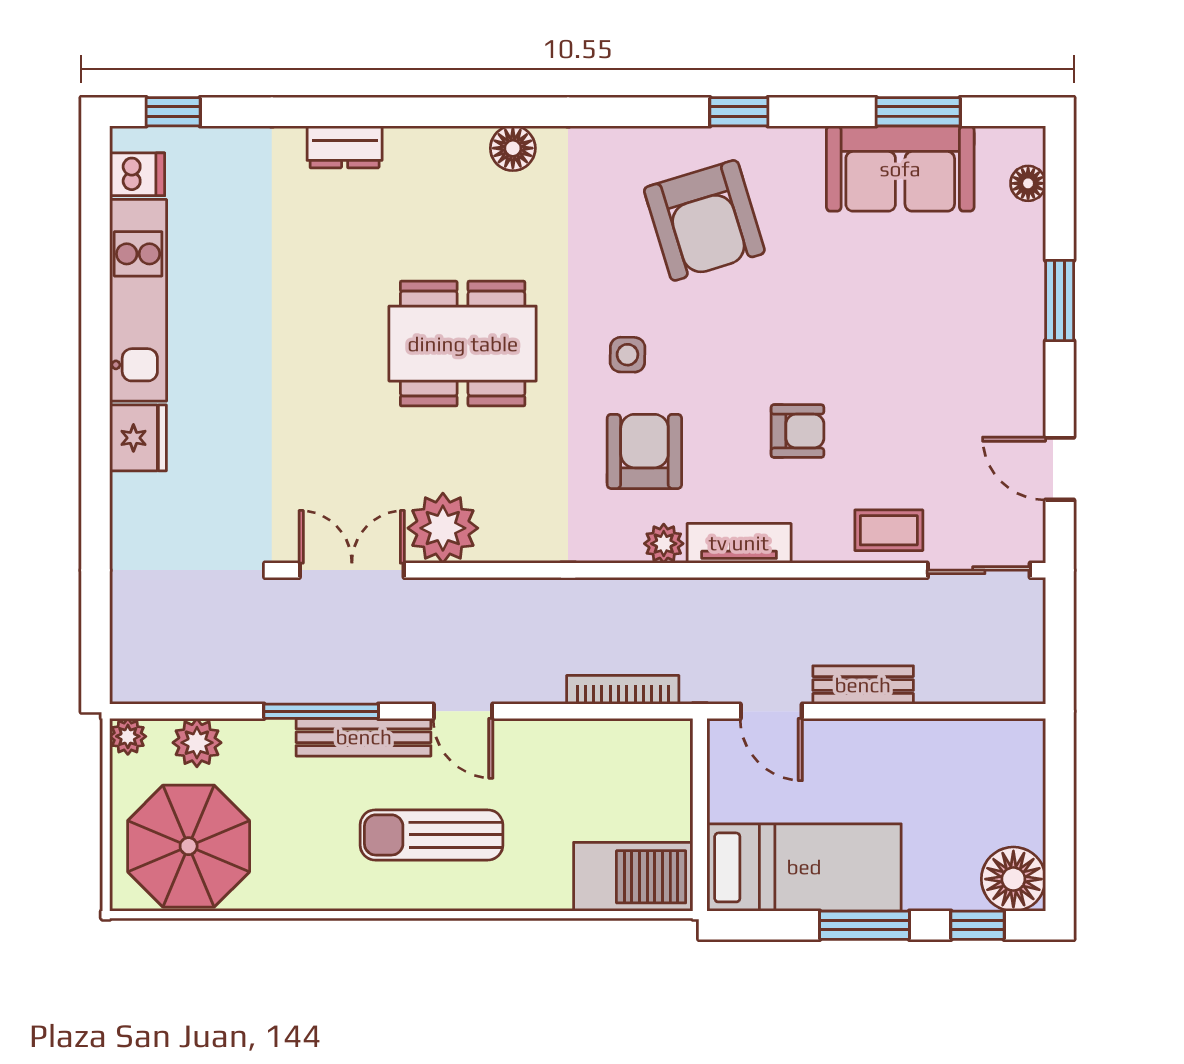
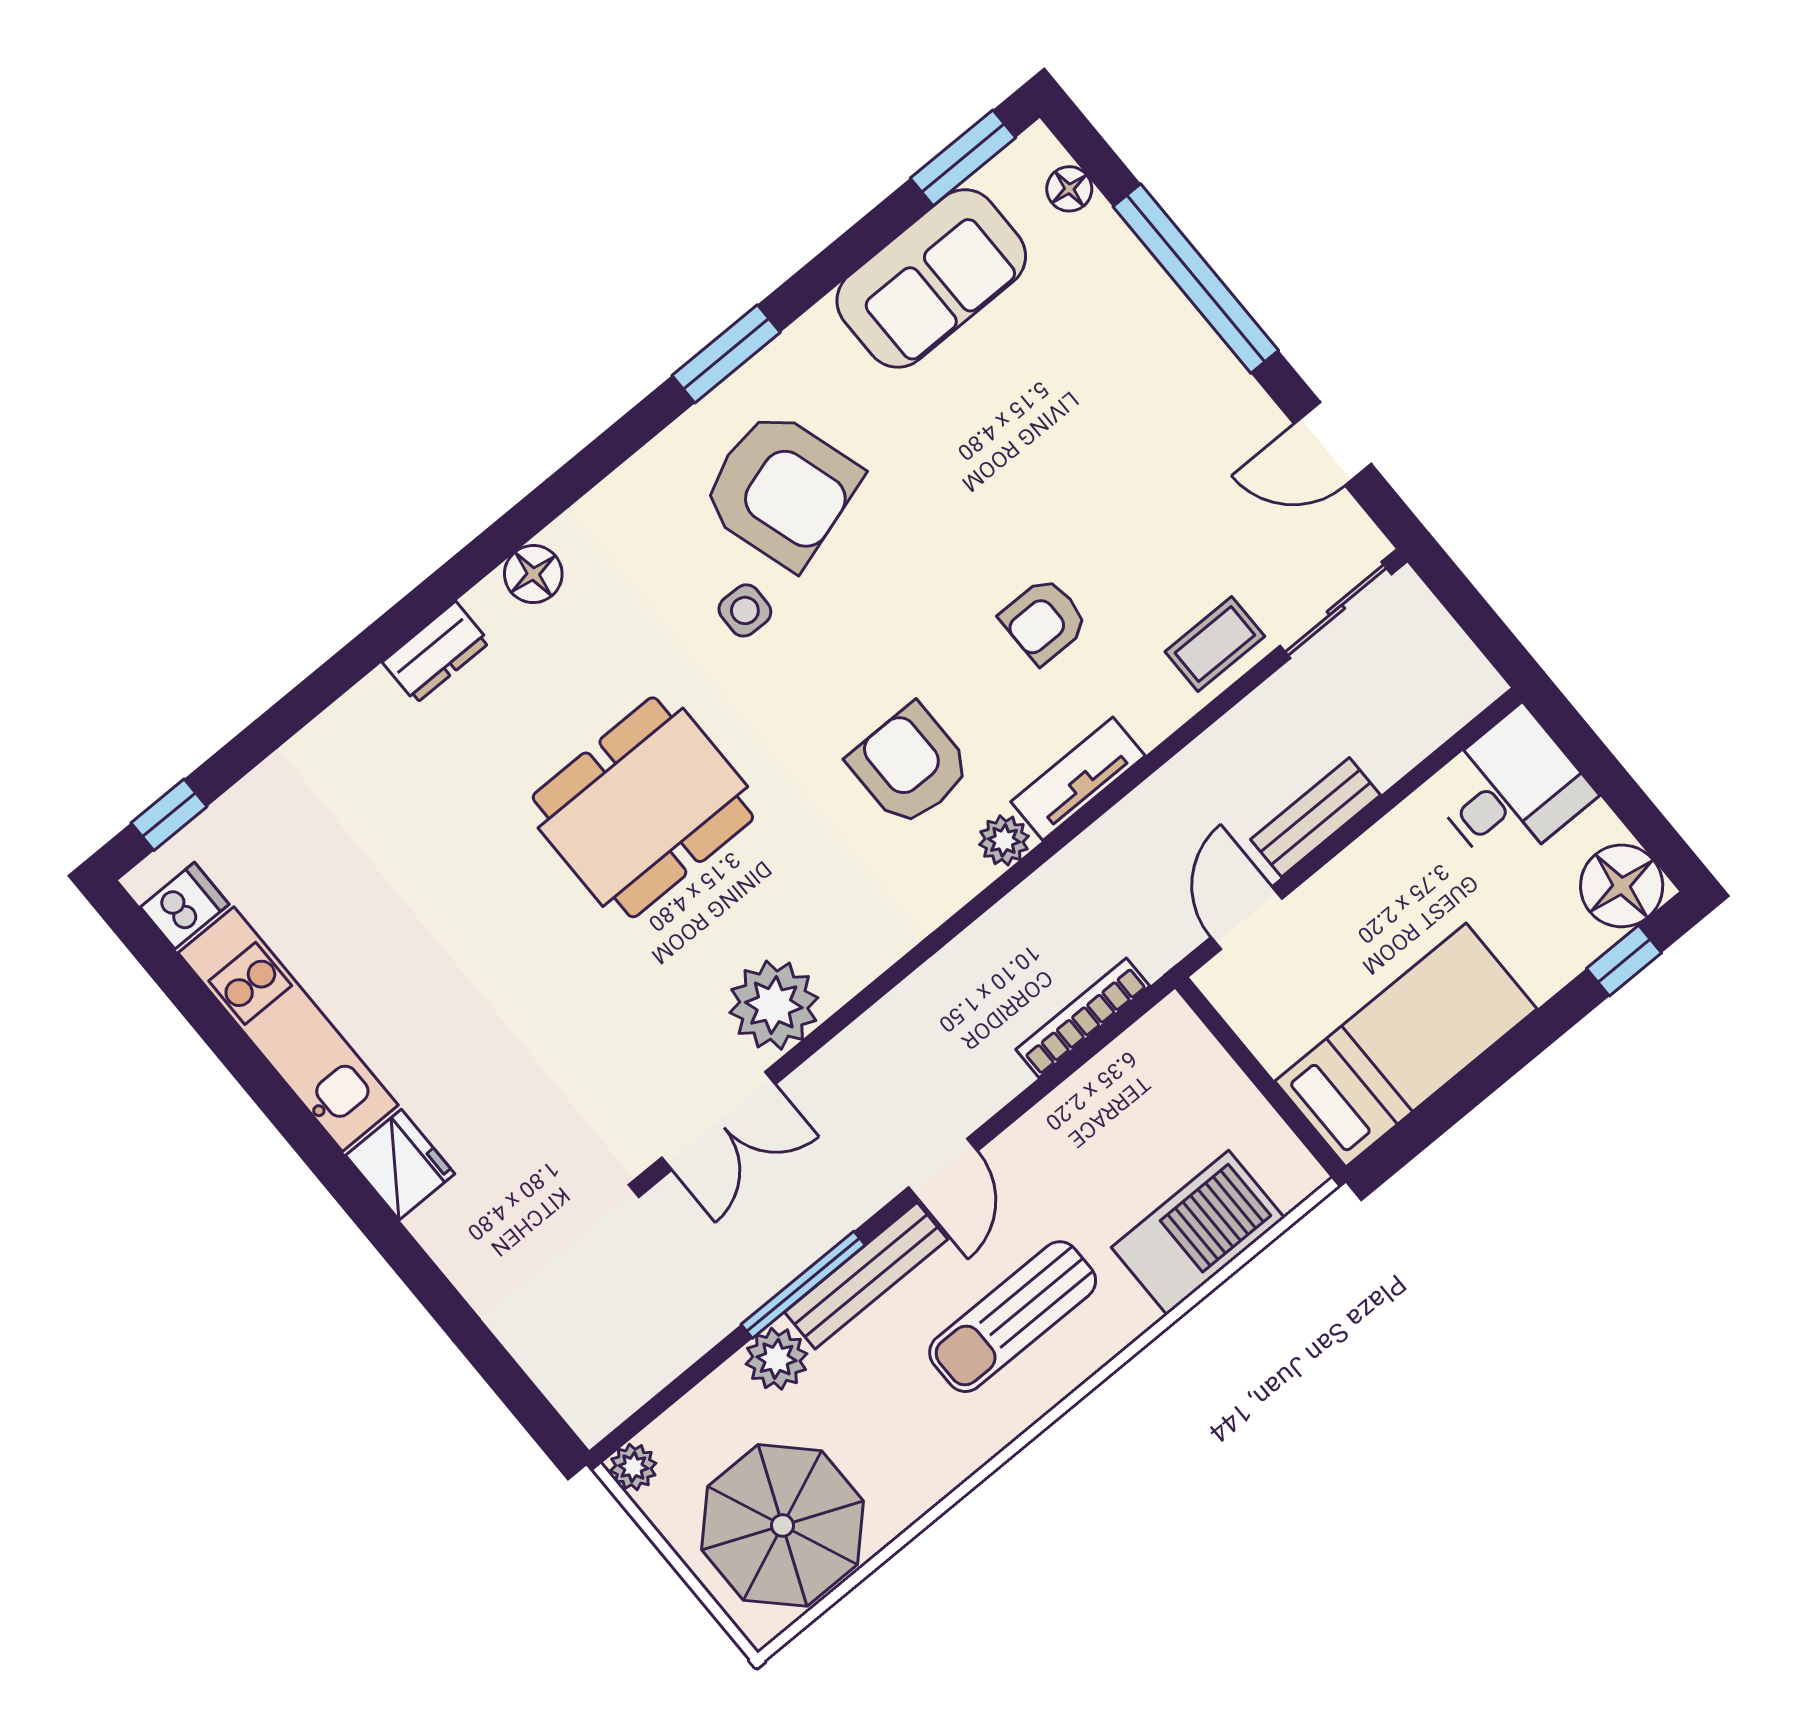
window: (739, 112) -> (726, 354), width x1.50
window: (918, 112) -> (963, 158), moved
dresser: (345, 147) -> (436, 652), moved
window: (1060, 301) -> (1196, 279), width x2.11
side table: (627, 355) -> (745, 610), moved
armchair: (797, 431) -> (1044, 621), turned 180
double door: (352, 570) -> (718, 1121), swing flipped
door: (463, 711) -> (943, 1169), hinge flipped
door: (771, 711) -> (1247, 918), swing flipped
plant: (197, 743) -> (776, 1359), moved
desk: (994, 766) -> (1511, 790), added
barbecue: (633, 877) -> (1198, 1233), moved
window: (864, 925) -> (1513, 1053), removed

